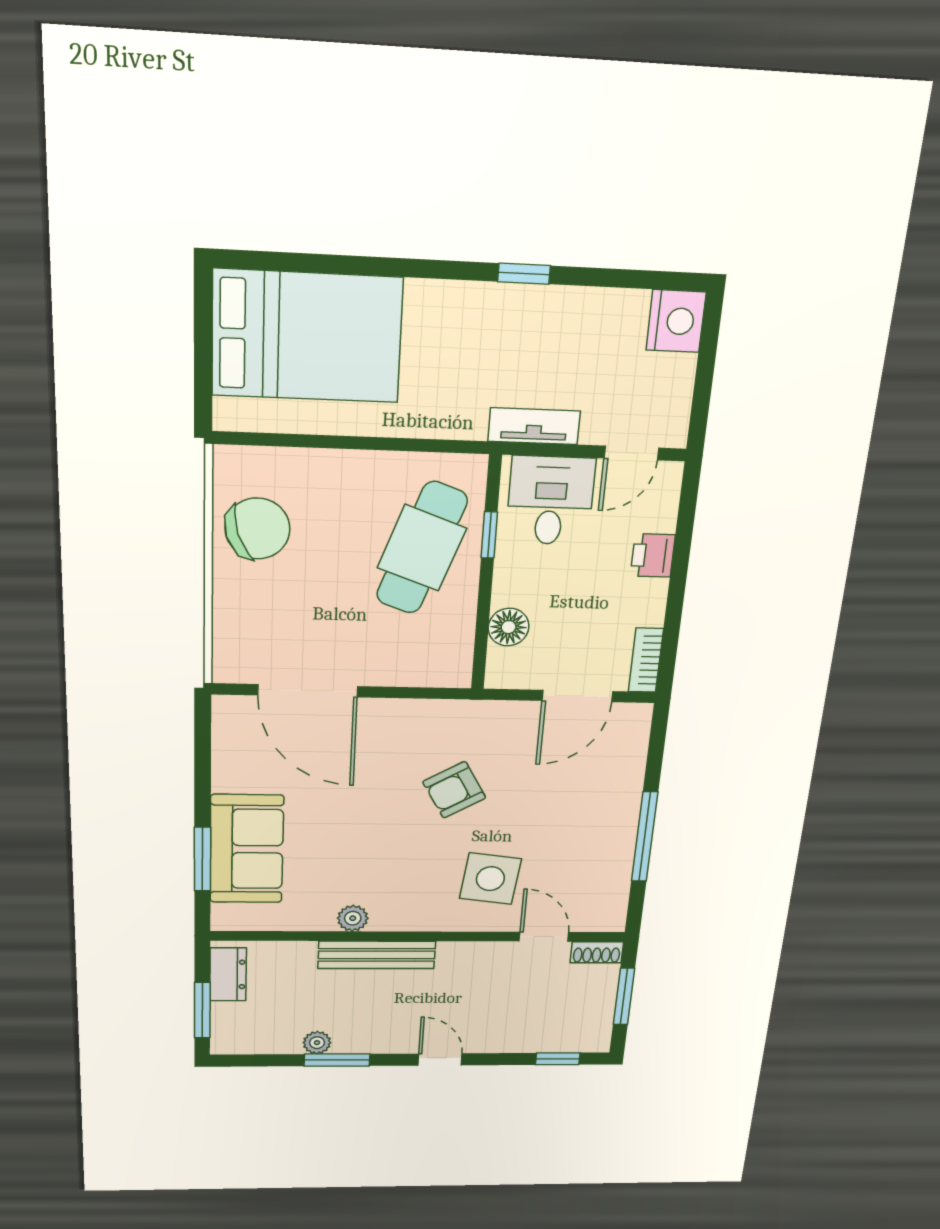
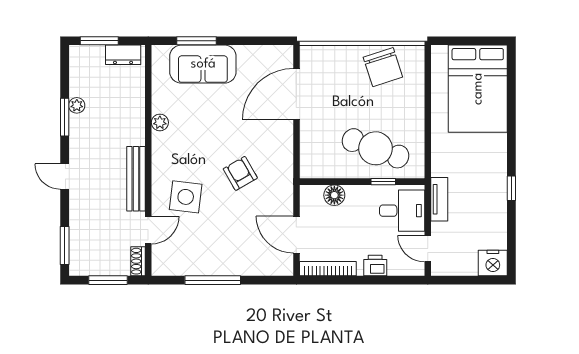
bookcase: (646, 660) -> (328, 269), width x1.56
bench: (377, 955) -> (136, 179), moved
door: (440, 1059) -> (65, 177), swing flipped
window: (558, 1059) -> (65, 246), width x1.50

